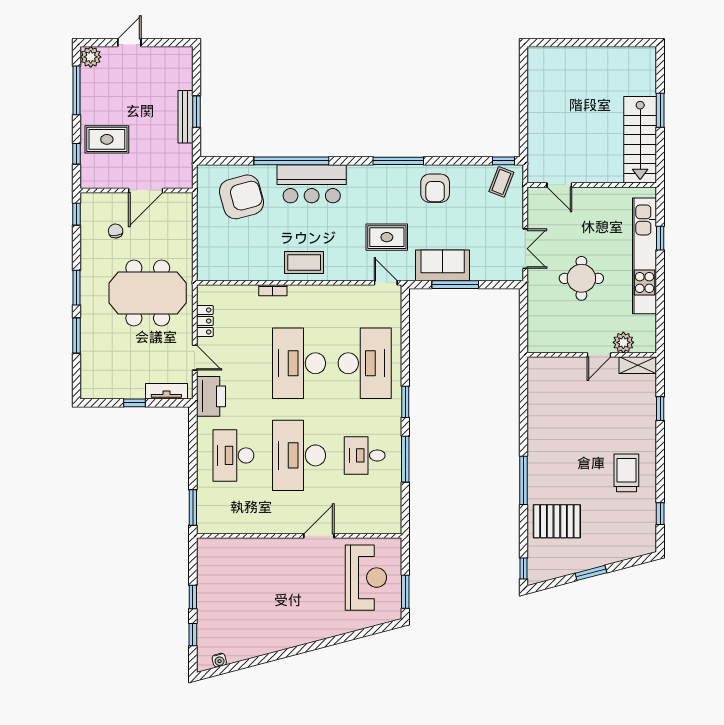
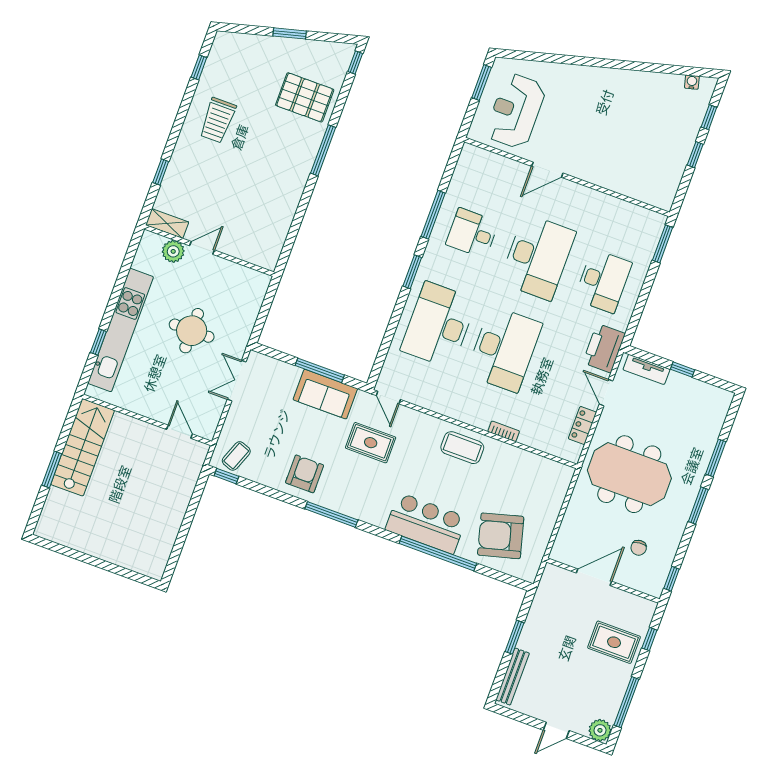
bench: (185, 117) -> (513, 677), moved
desk: (365, 455) -> (472, 233), turned 180

